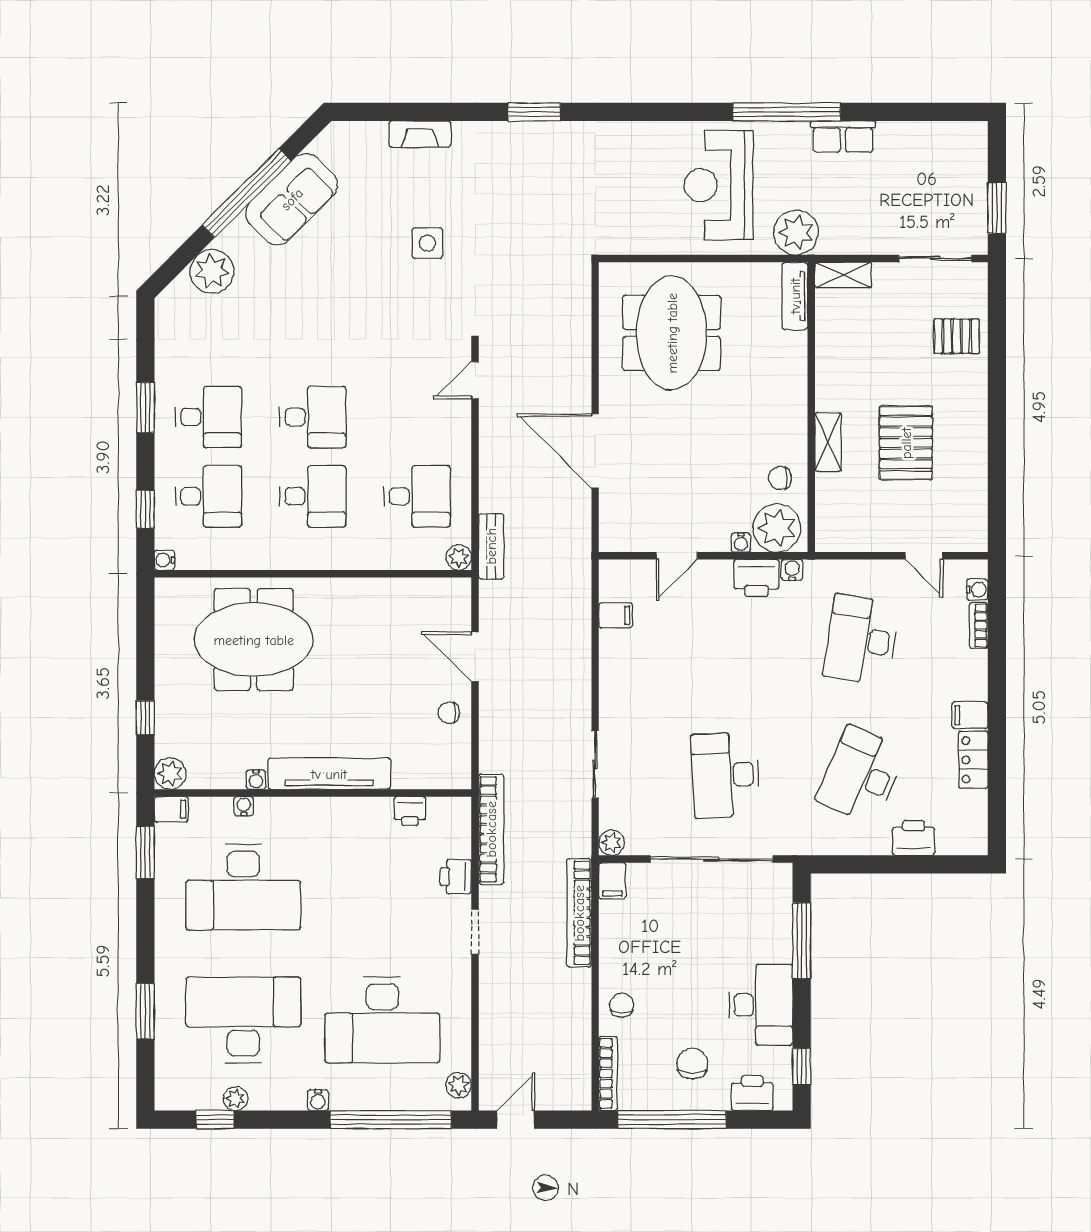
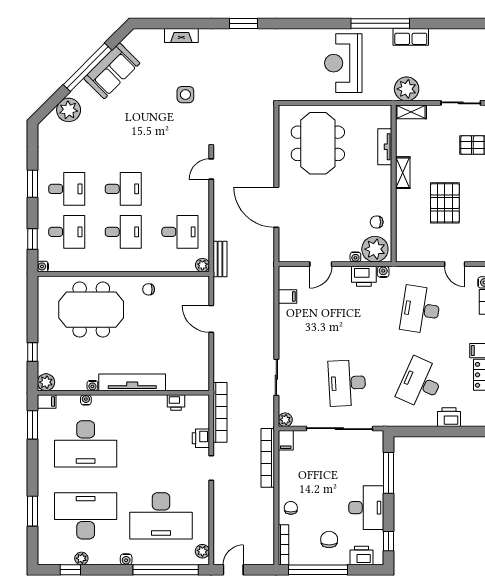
plant: (796, 233) -> (407, 89), moved
tv unit: (795, 296) -> (385, 147), moved
shelving: (828, 442) -> (403, 173), moved
chair: (449, 713) -> (149, 289), moved

